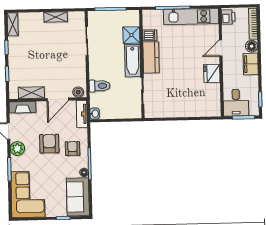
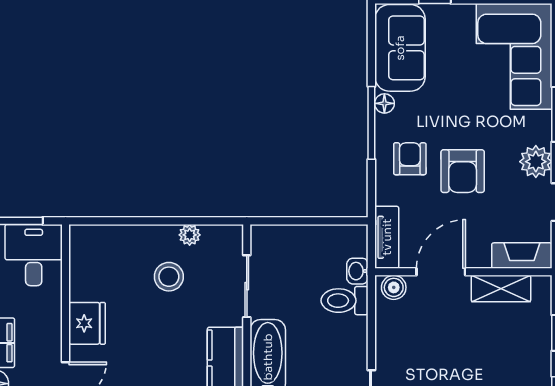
stool: (177, 95) -> (169, 277), added
plant: (168, 113) -> (190, 235), added
washbasin: (95, 114) -> (357, 271), moved
armchair: (72, 148) -> (410, 159), turned 180

